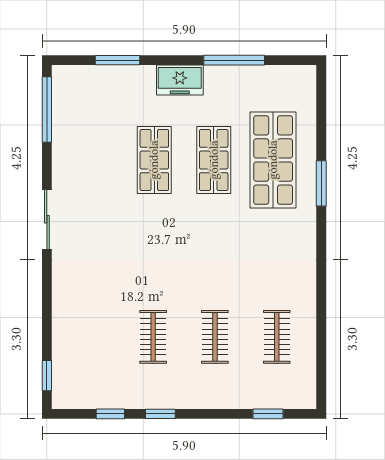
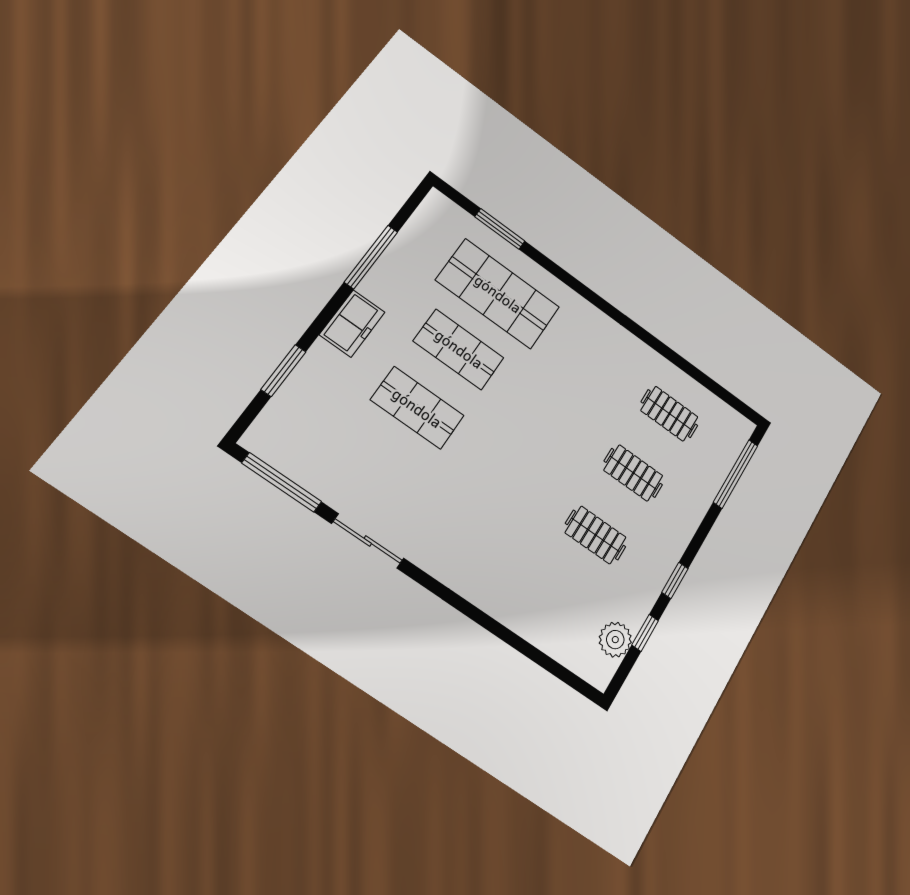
window: (321, 183) -> (500, 229), moved
sliding door: (47, 219) -> (368, 541), moved
window: (47, 376) -> (566, 676), removed
plant: (92, 395) -> (615, 640), added
window: (268, 414) -> (736, 474), width x2.17

